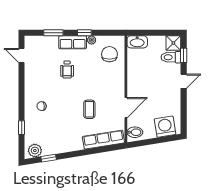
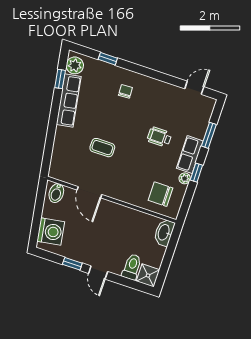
chair: (109, 54) -> (160, 194), turned 180
window: (184, 55) -> (72, 264), moved
row of seats: (103, 140) -> (69, 100), moved

